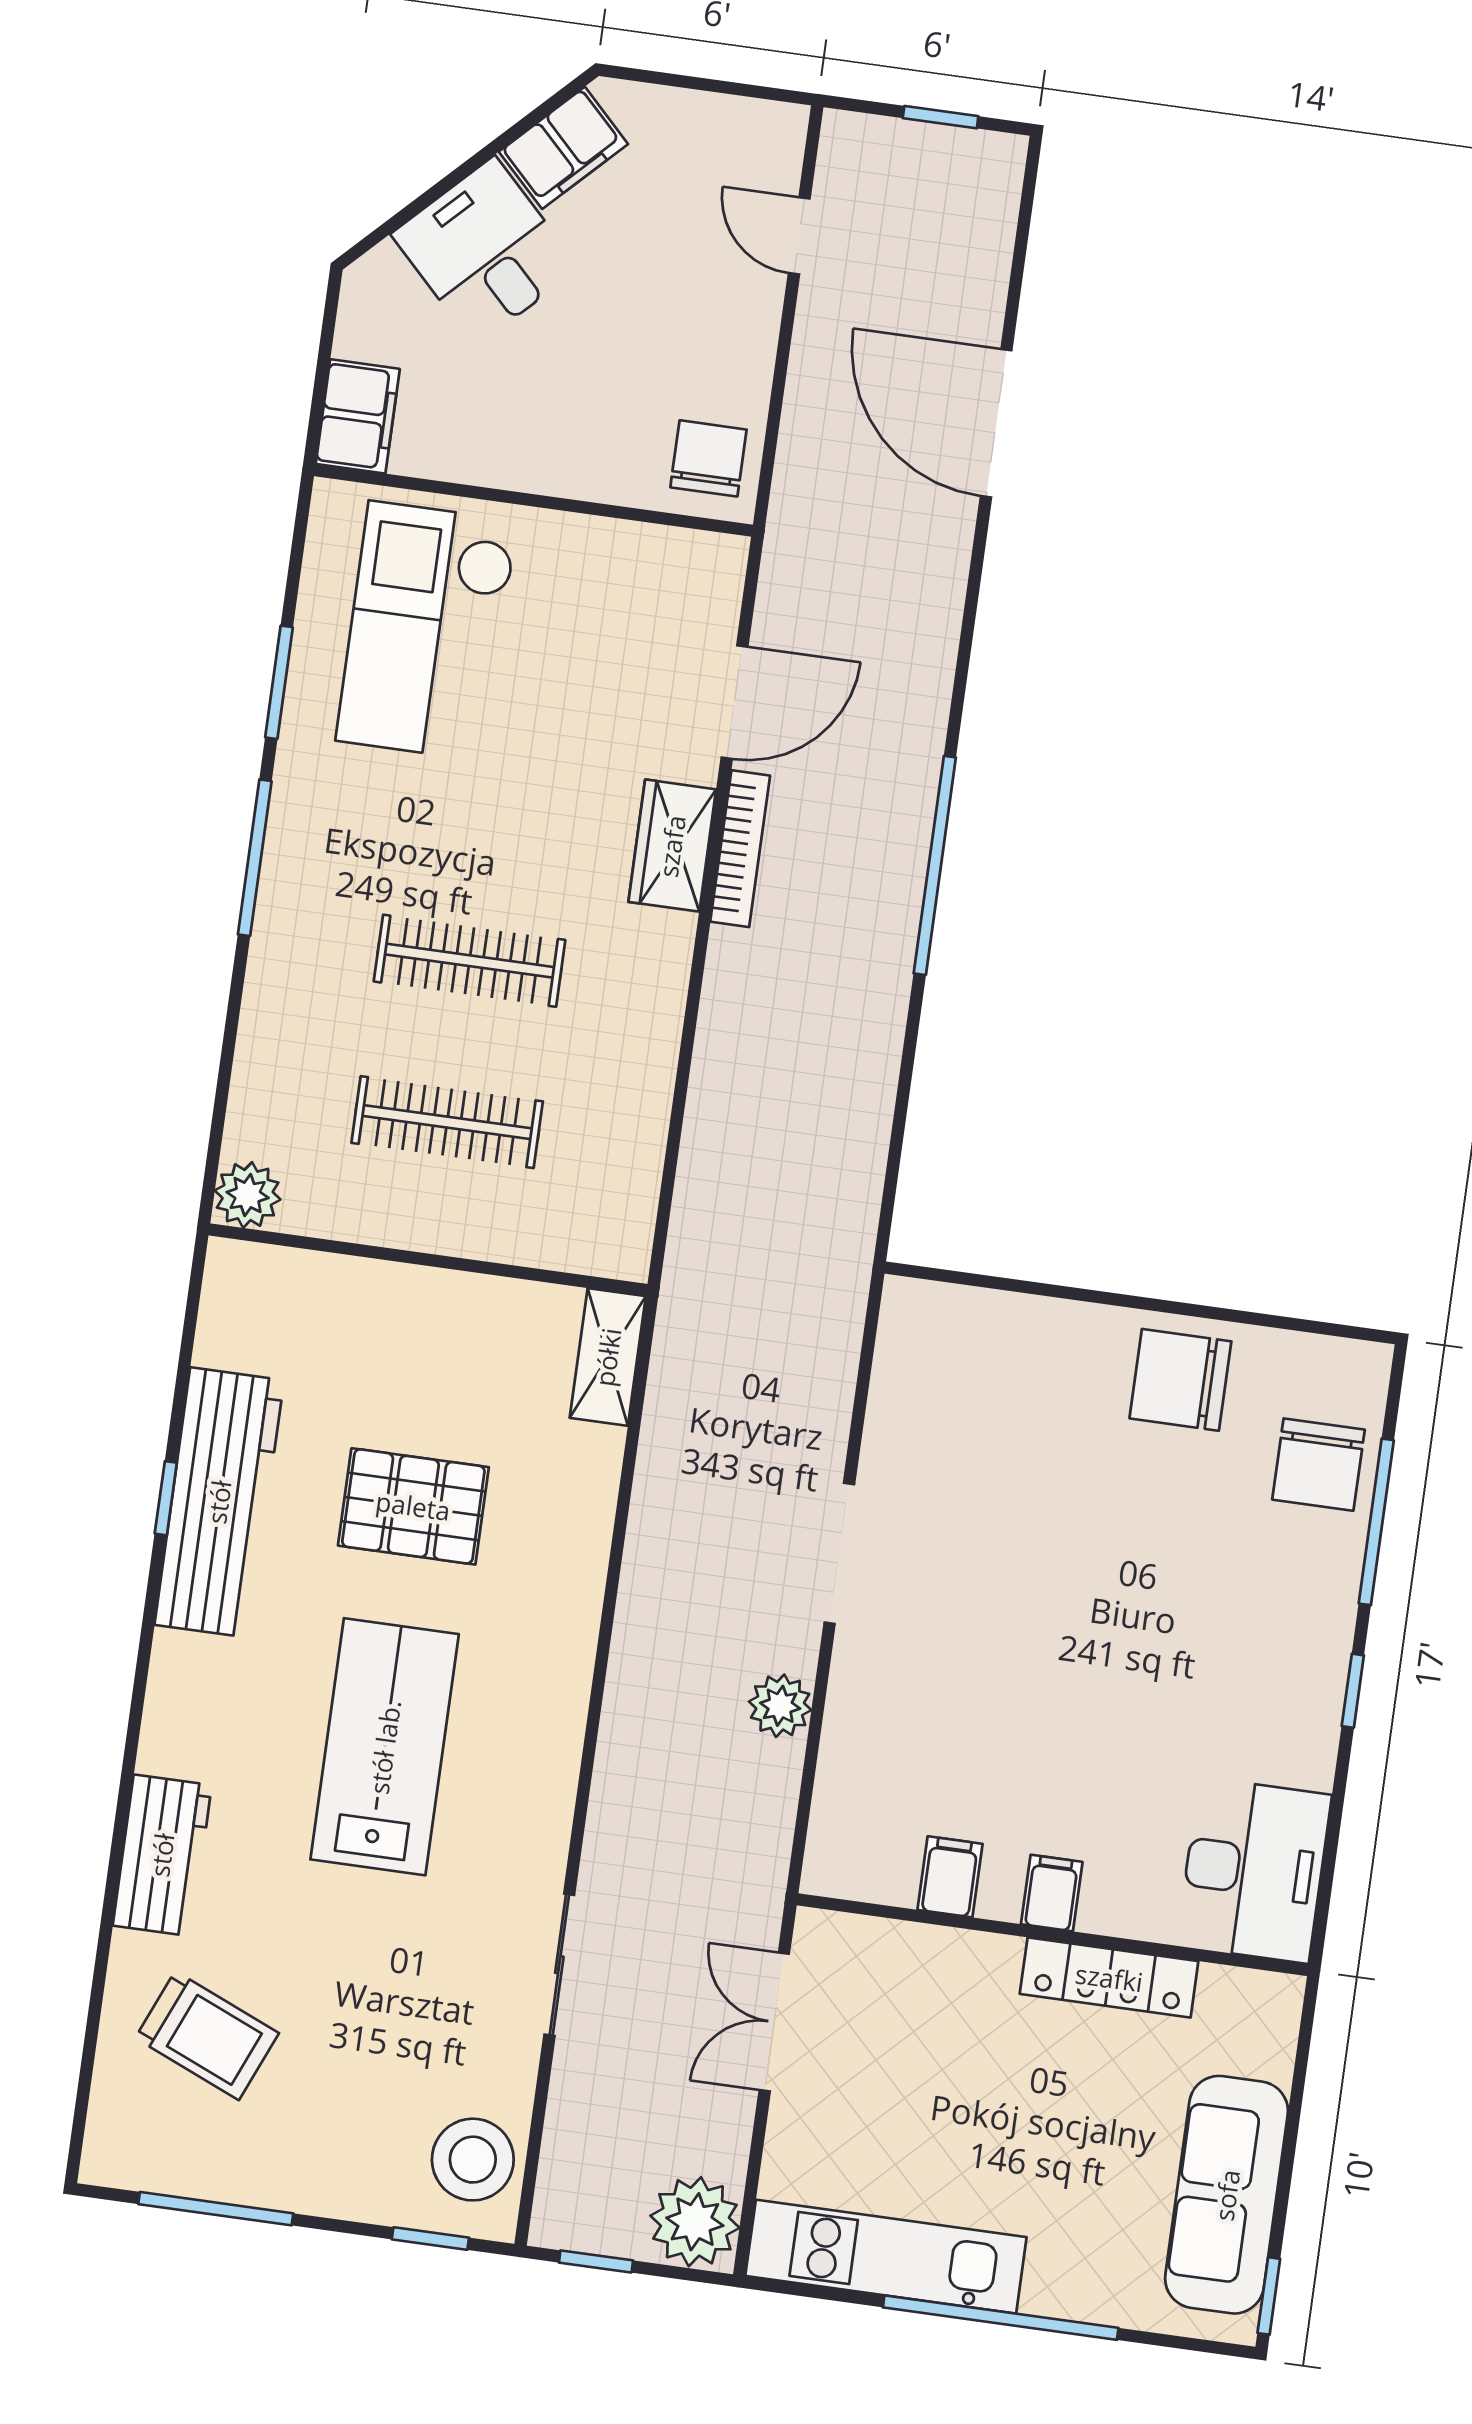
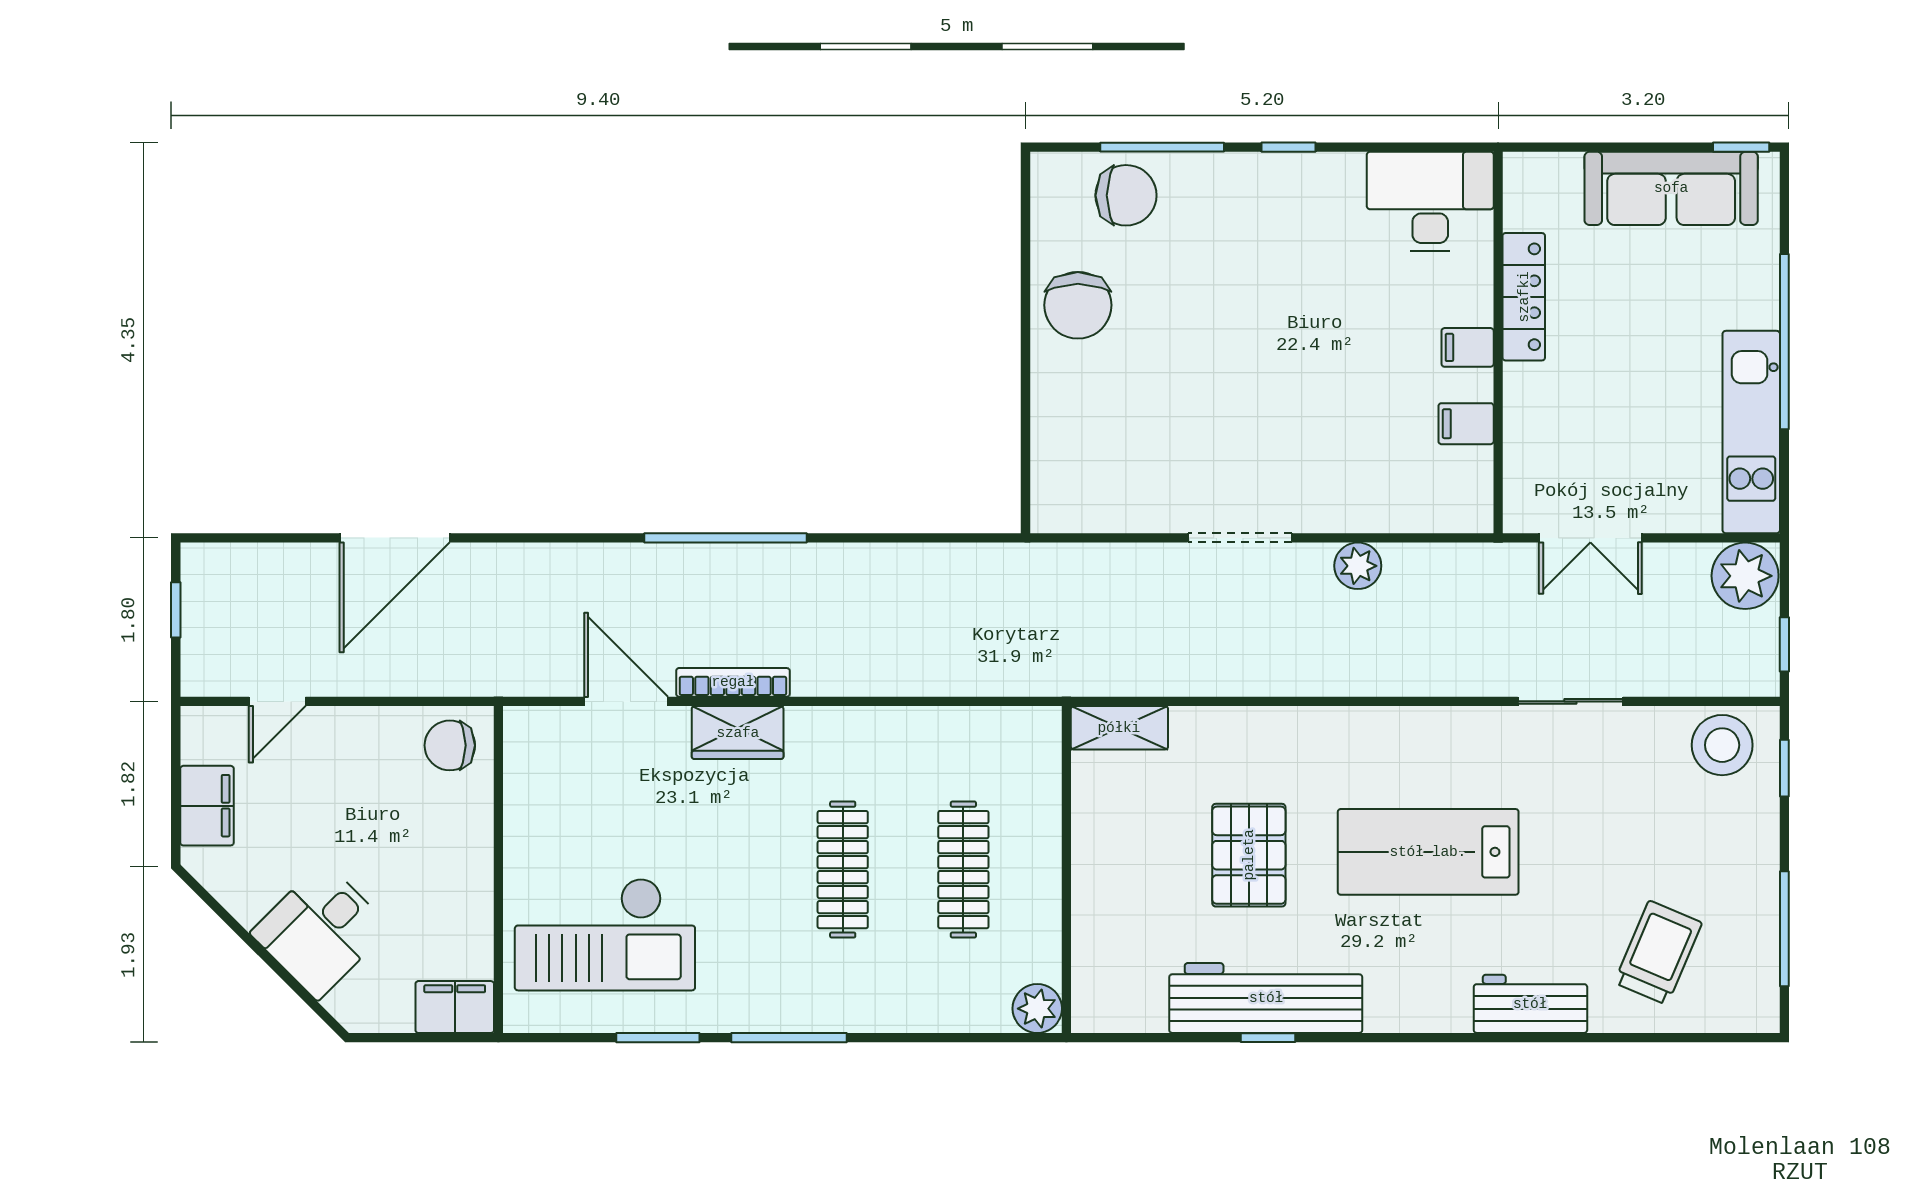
filing cabinet: (563, 148) -> (207, 806), moved, turned 45

